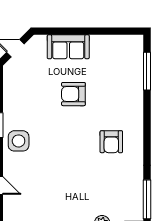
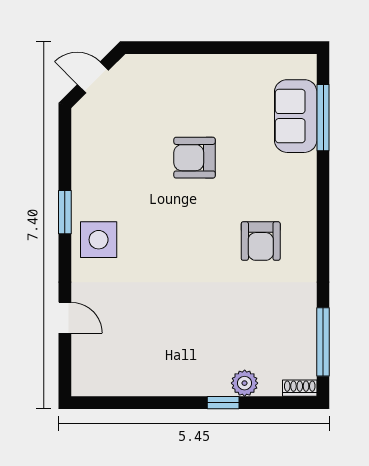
sofa: (68, 47) -> (296, 116), moved, turned 90

